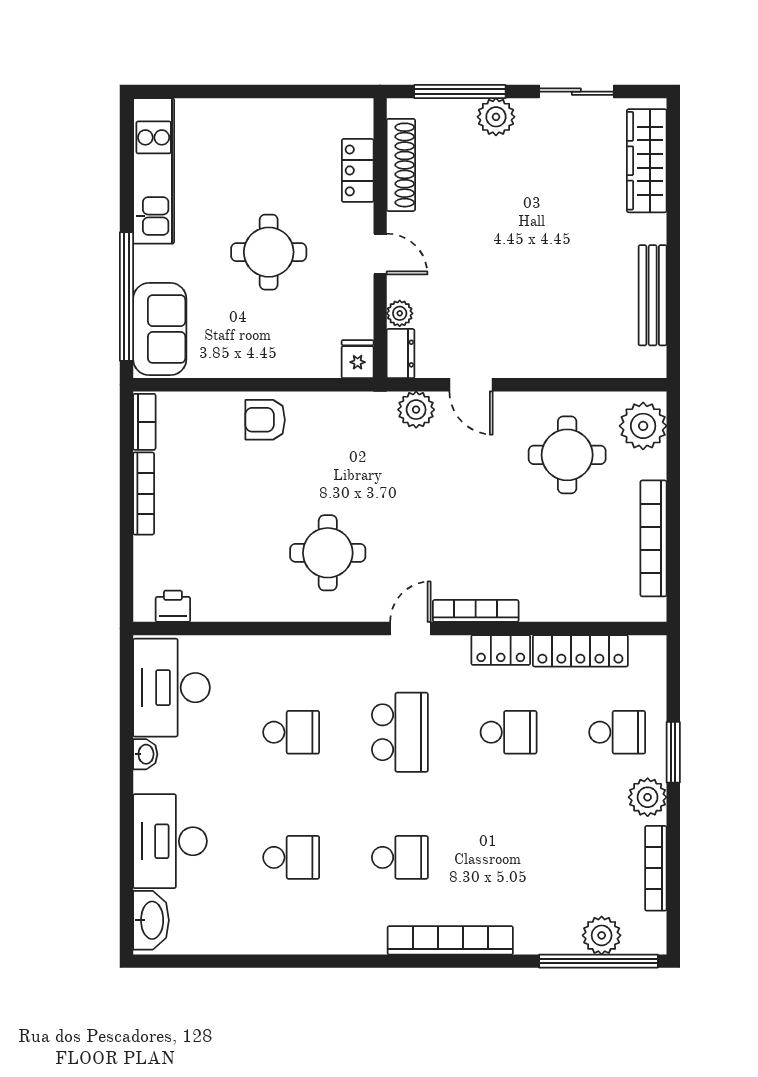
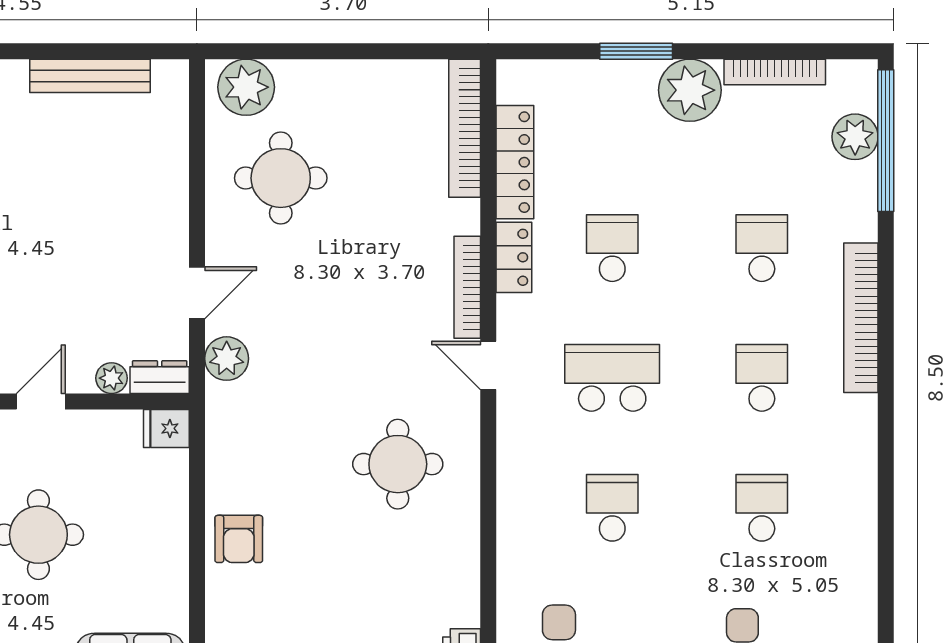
bookcase: (654, 538) -> (465, 128), moved, turned 90
school desk: (617, 732) -> (762, 248), moved
plant: (648, 797) -> (690, 90), width x1.36, depth x1.36

